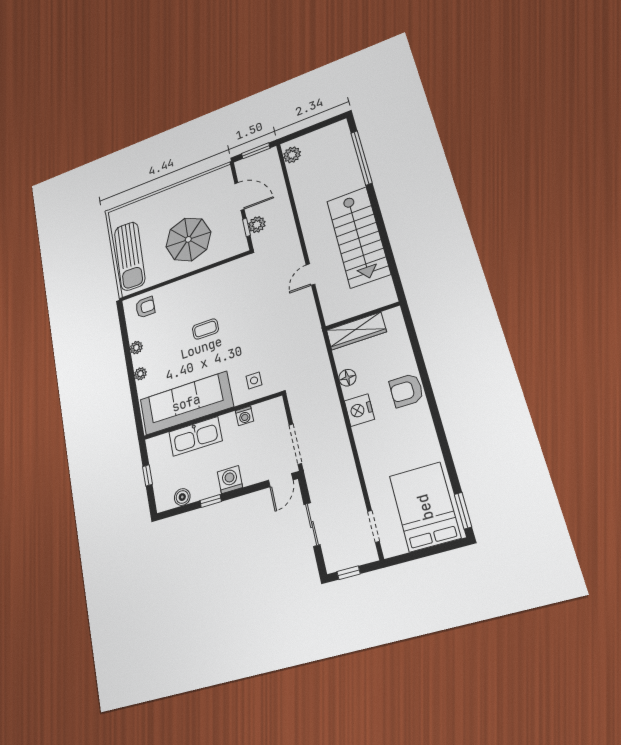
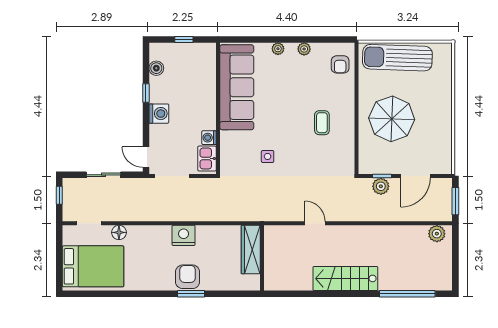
stairs: (358, 237) -> (345, 278), width x0.73, depth x0.66
coffee table: (205, 329) -> (322, 123), moved
floor lamp: (347, 378) -> (119, 232), moved
side table: (254, 380) -> (268, 156), moved
kitchen sink: (195, 436) -> (207, 159), moved, width x0.53, depth x0.81
window: (463, 511) -> (191, 294), moved

